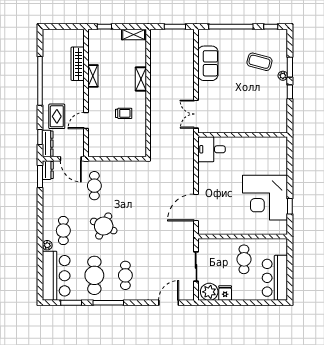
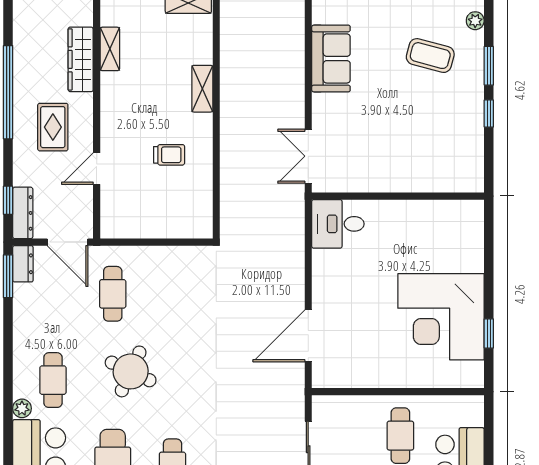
shelving: (93, 76) -> (110, 49), moved
plant: (283, 76) -> (475, 21), moved
rug: (57, 116) -> (53, 127), moved

